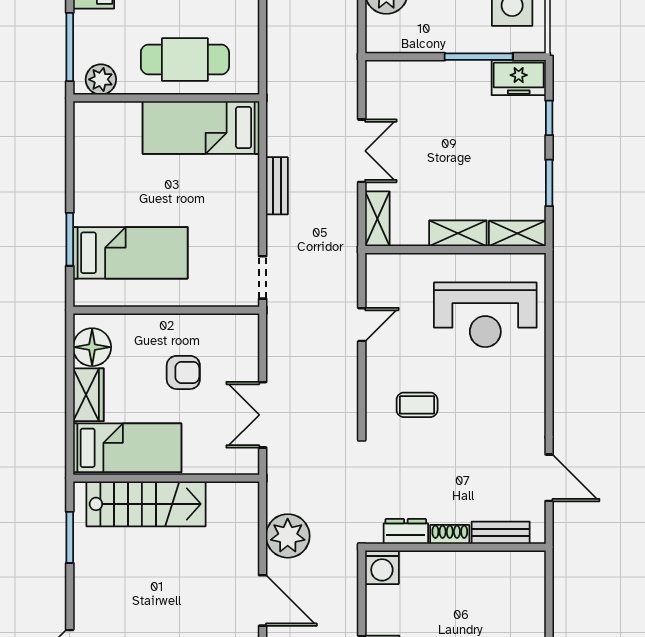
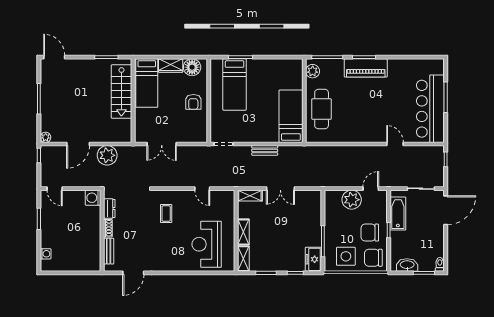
armchair: (183, 372) -> (193, 102), moved
double door: (263, 415) -> (162, 144), swing flipped

